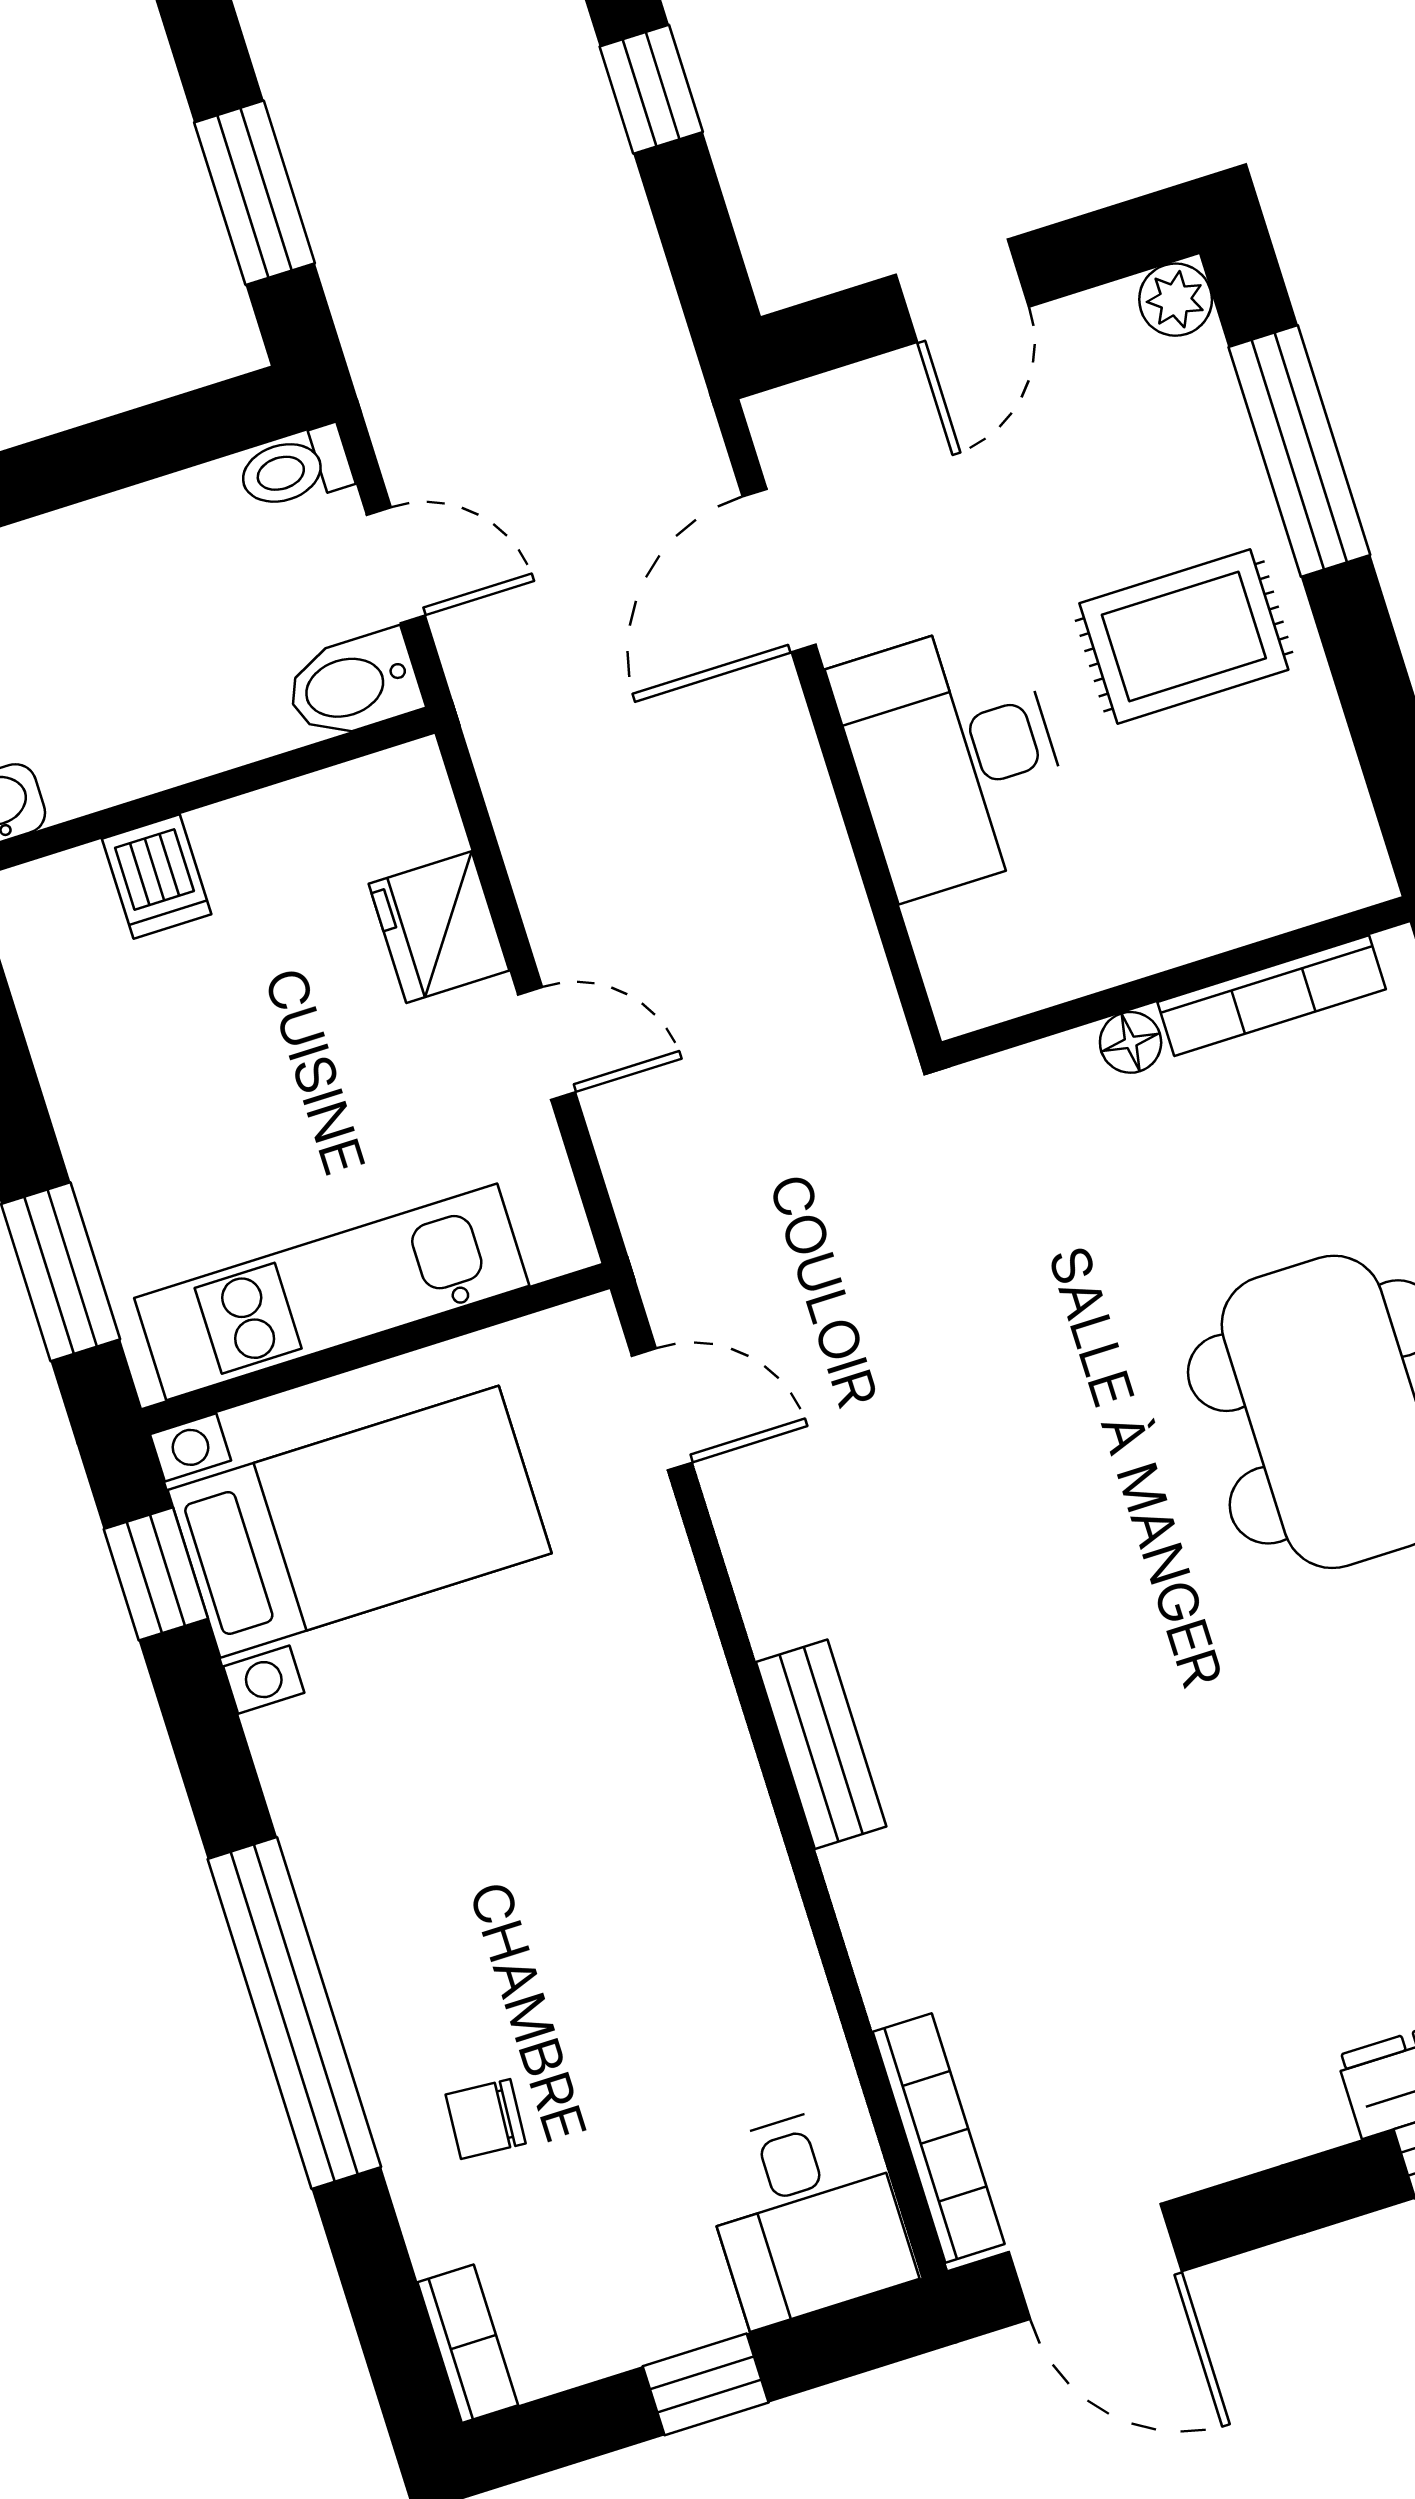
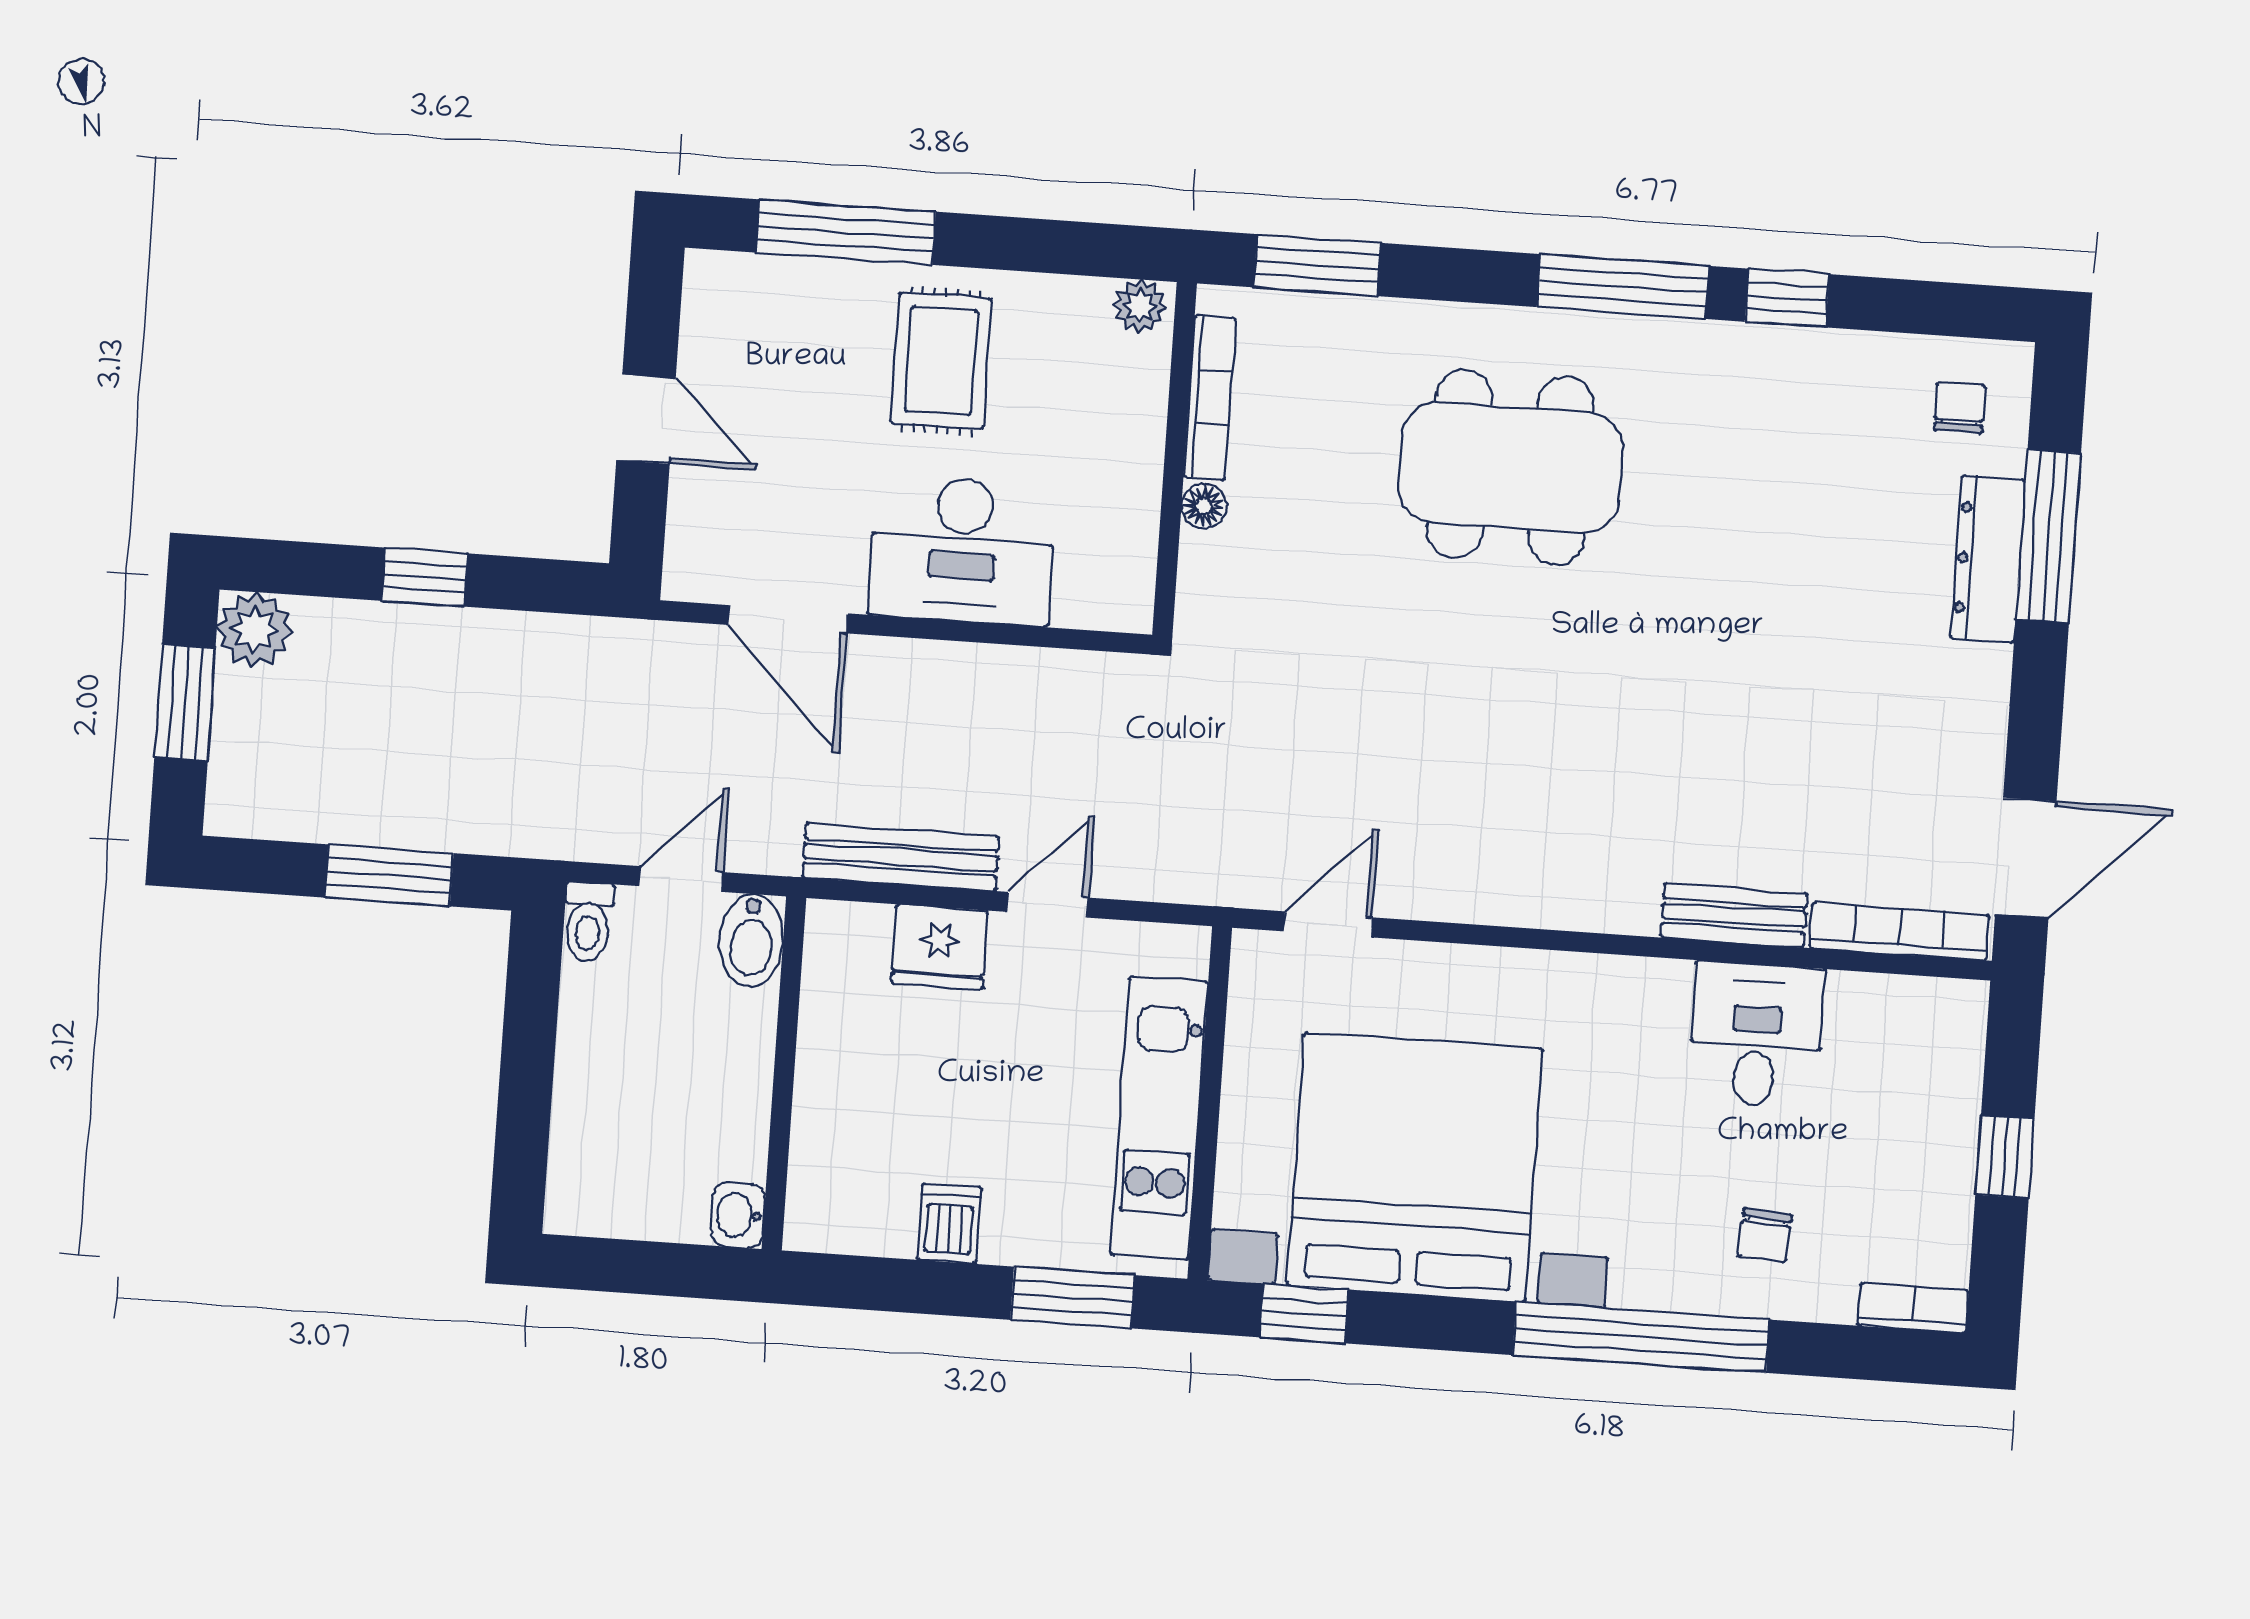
plant: (1176, 300) -> (1140, 306), moved
bench: (534, 833) -> (901, 857), added
dishwasher: (157, 876) -> (949, 1224), moved, turned -90
bed with nightstands: (360, 1522) -> (1415, 1167), width x1.85
bench: (821, 1744) -> (1734, 915), moved
desk: (806, 2214) -> (1756, 1035), moved, turned -90

